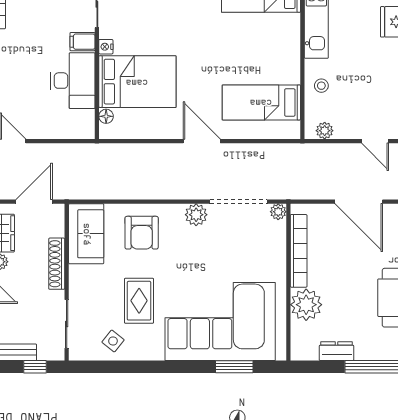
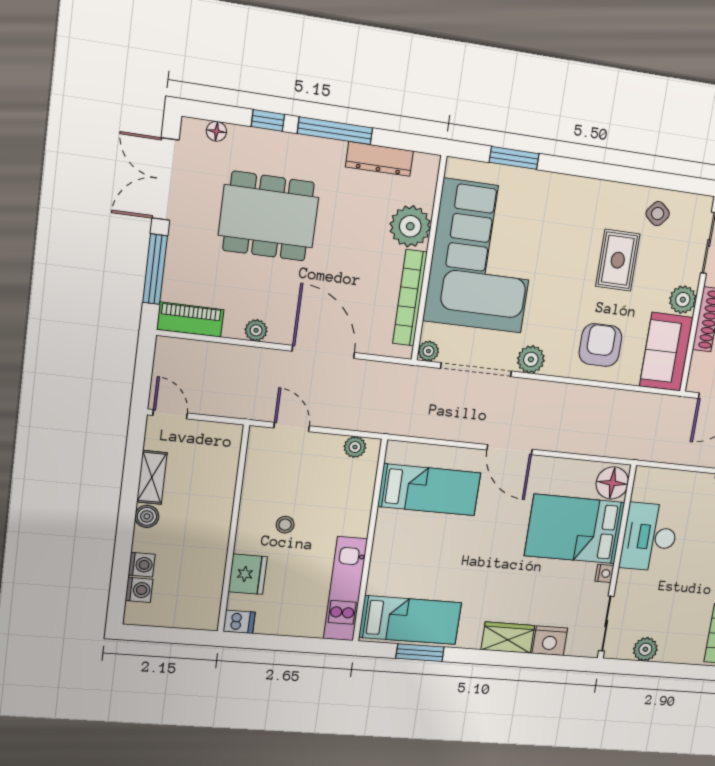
filing cabinet: (83, 42) -> (630, 582), removed
stool: (321, 86) -> (285, 525), moved
floor lamp: (106, 116) -> (612, 483), width x1.89, depth x1.89
plant: (80, 277) -> (683, 300), added
corner sofa: (220, 322) -> (483, 256), moved, turned -90
dresser: (337, 351) -> (379, 159), width x1.44

